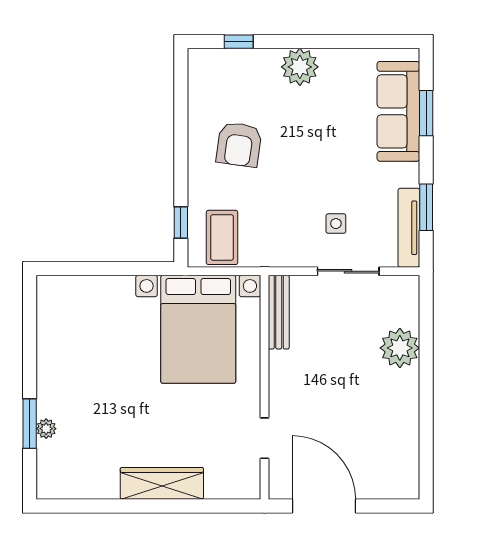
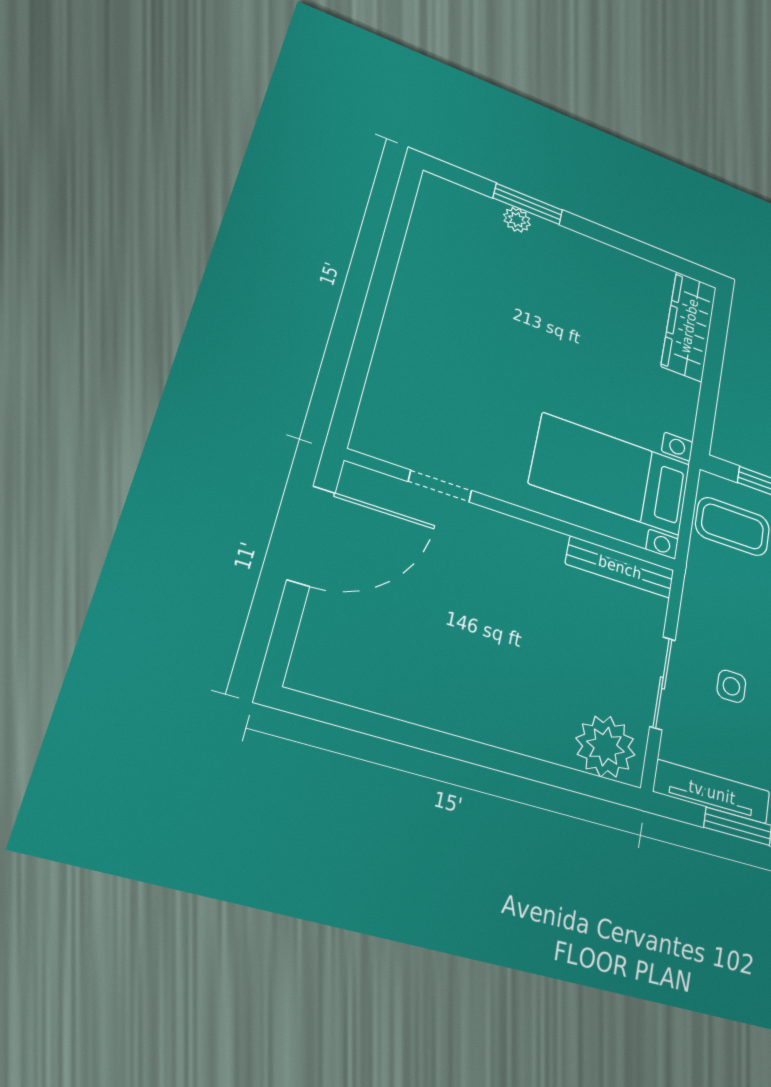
bed with nightstands: (198, 329) -> (611, 474), width x0.73
plant: (400, 348) -> (605, 747), moved
wardrobe: (162, 483) -> (689, 326), moved, turned 180

